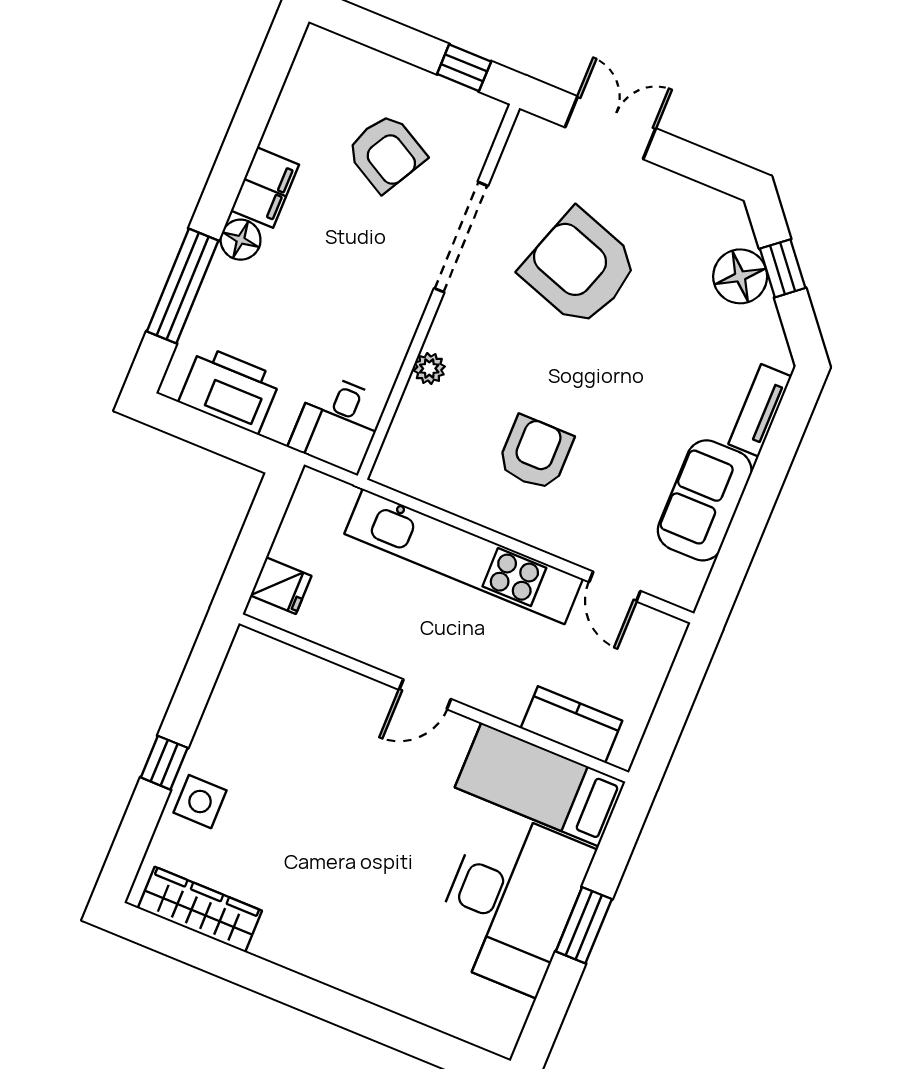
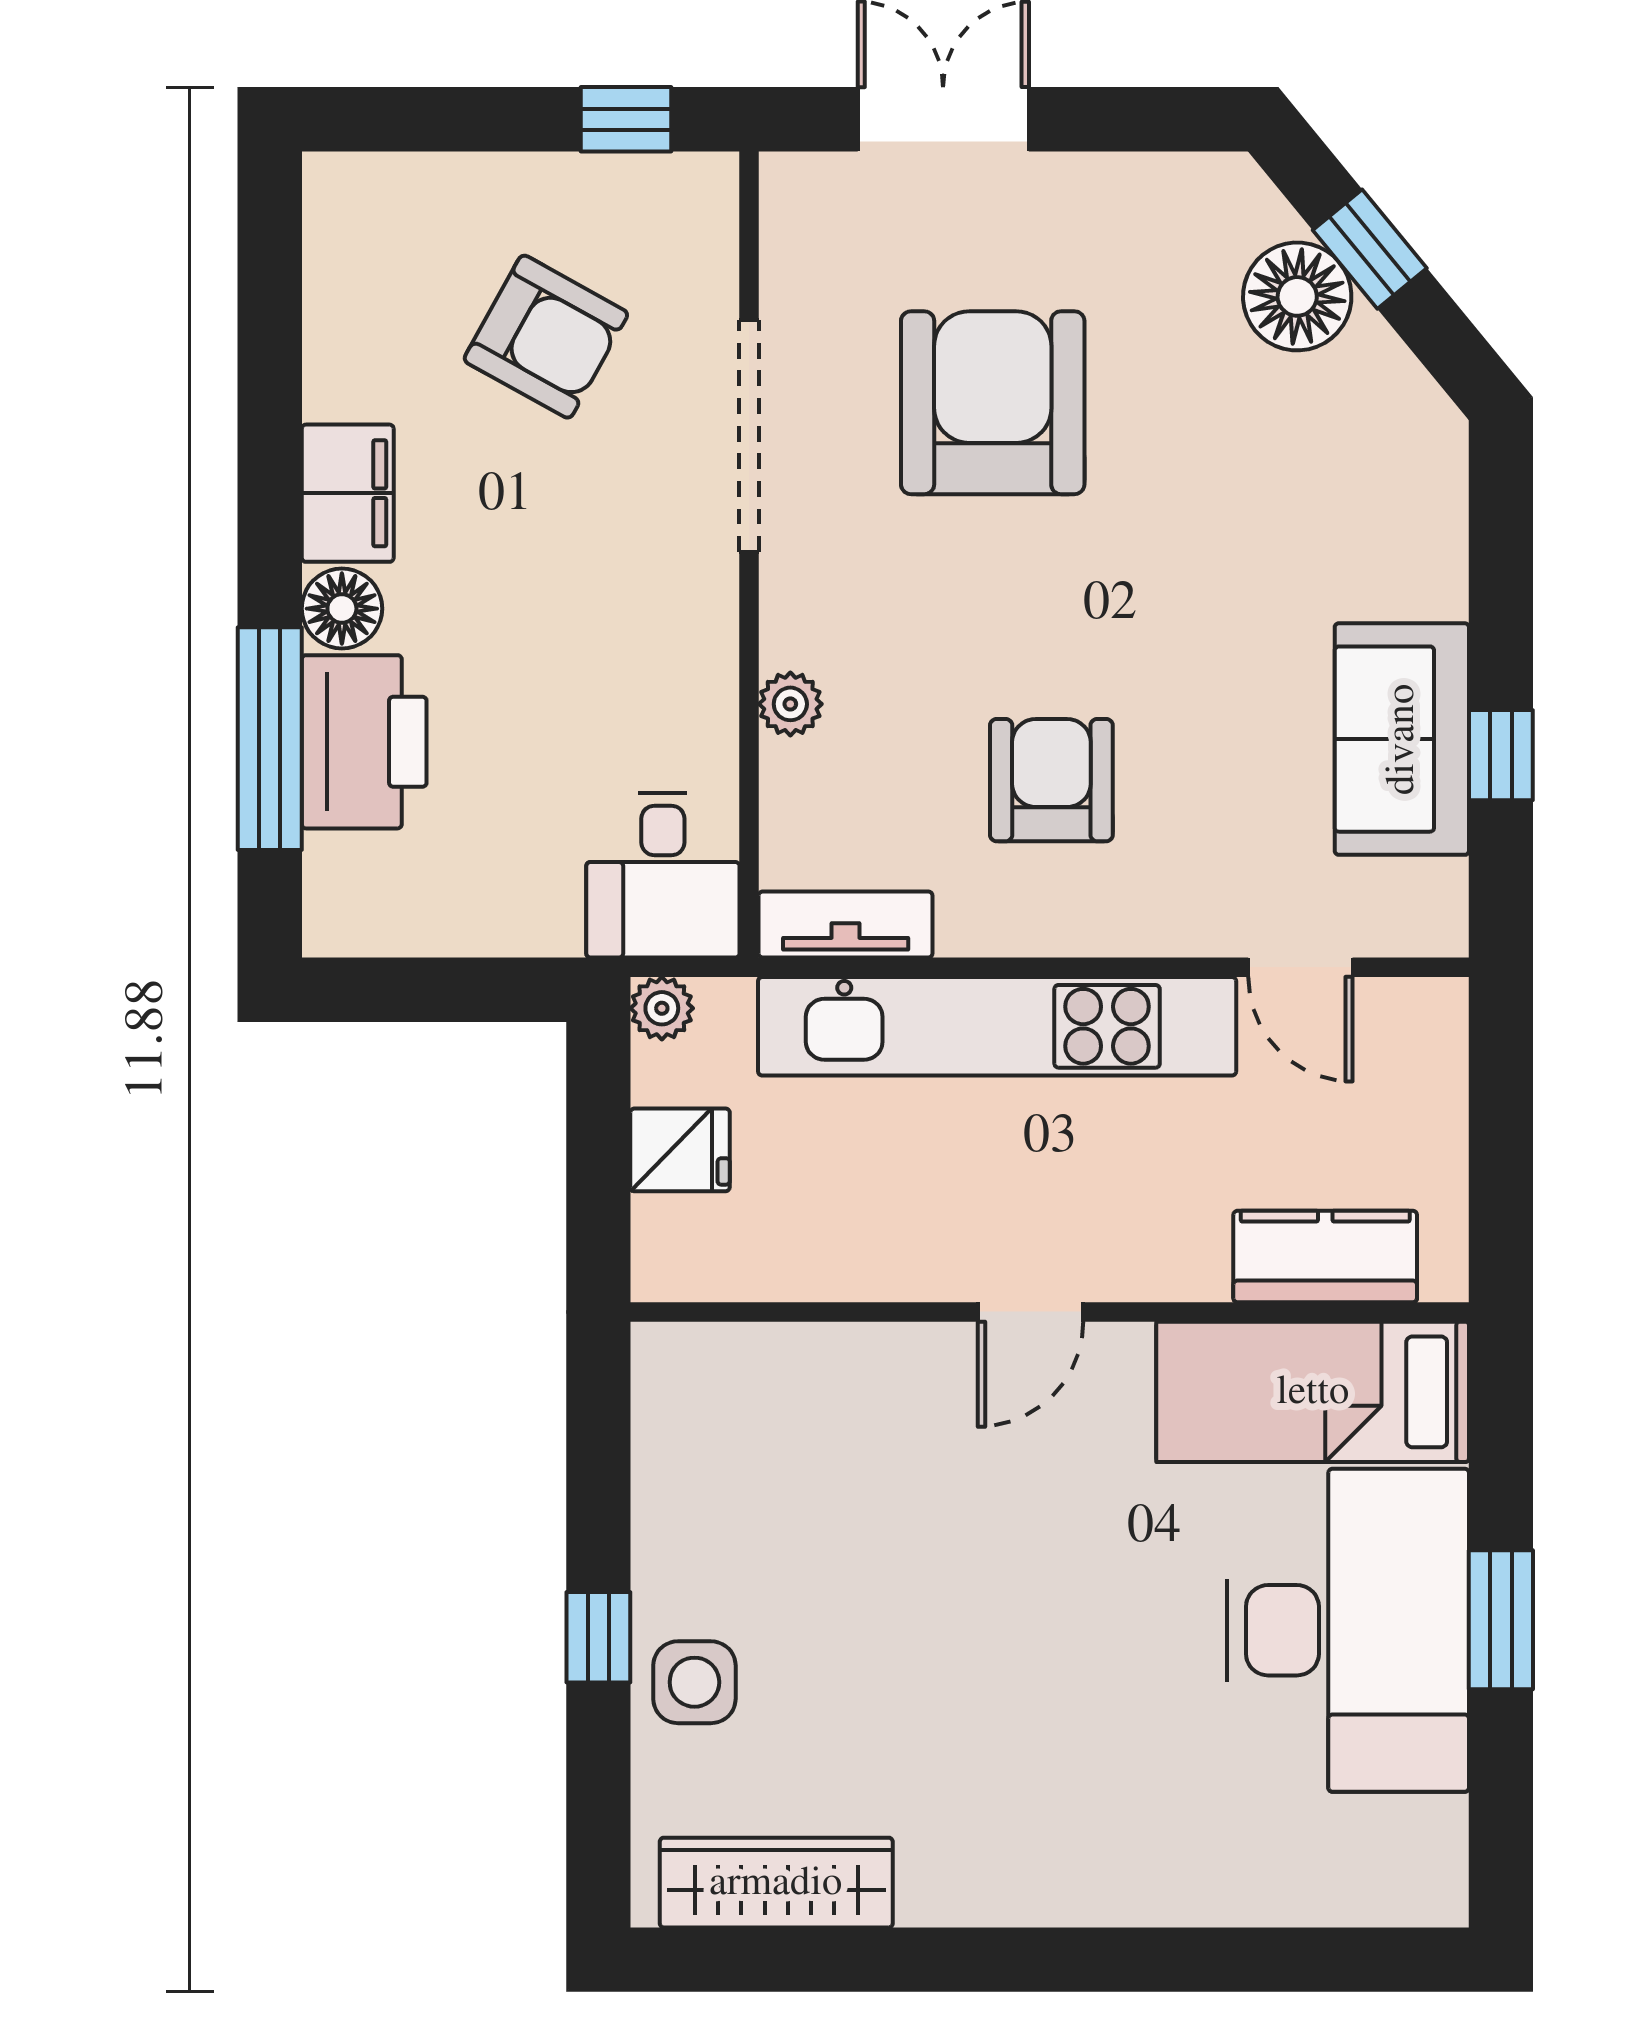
armchair: (580, 268) -> (993, 403), turned 71
printer: (230, 390) -> (364, 742), moved, turned 90
tv unit: (760, 410) -> (846, 925), moved, turned 90
plant: (312, 485) -> (662, 1008), added
window: (747, 527) -> (1501, 755), added
fridge: (281, 586) -> (680, 1150), moved

